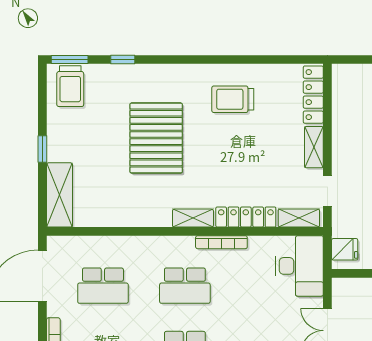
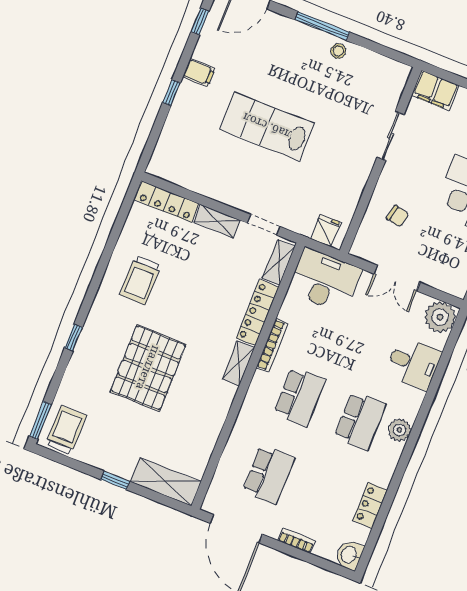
window: (123, 60) -> (74, 338), moved
trolley: (70, 86) -> (66, 430), turned -90
pallet: (156, 138) -> (148, 368), turned 90

